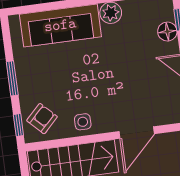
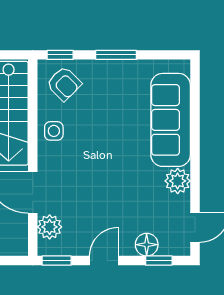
plant: (163, 115) -> (50, 227), added

